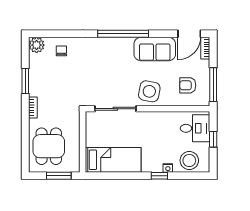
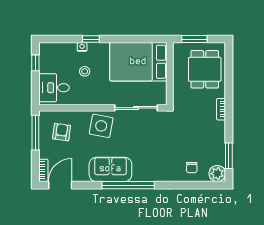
sofa: (155, 49) -> (110, 169), moved
window: (25, 81) -> (229, 156), moved
armchair: (188, 85) -> (62, 132), turned -82
window: (213, 139) -> (35, 63), moved
bed: (113, 160) -> (138, 62), width x1.50
stool: (189, 160) -> (85, 71), moved, width x0.53, depth x0.53

